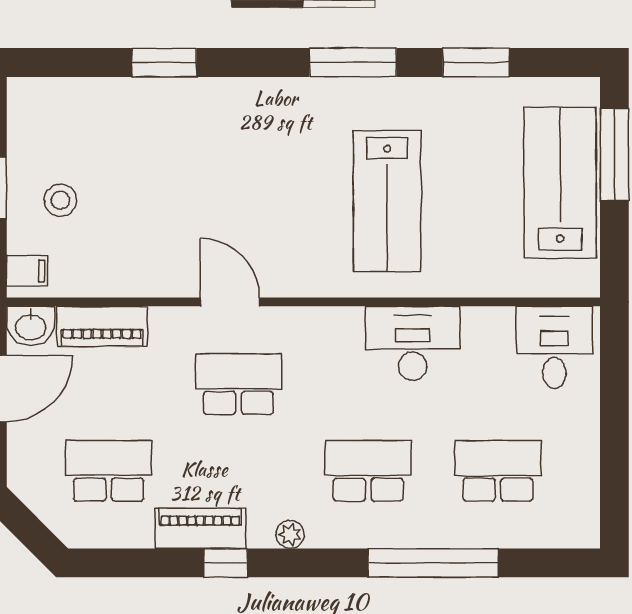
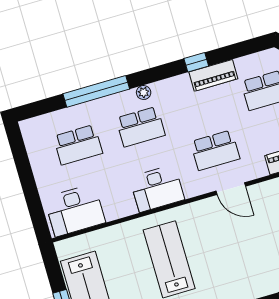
desk: (413, 343) -> (157, 188), moved
desk: (554, 347) -> (75, 210), width x1.37
plant: (290, 534) -> (144, 92), moved

